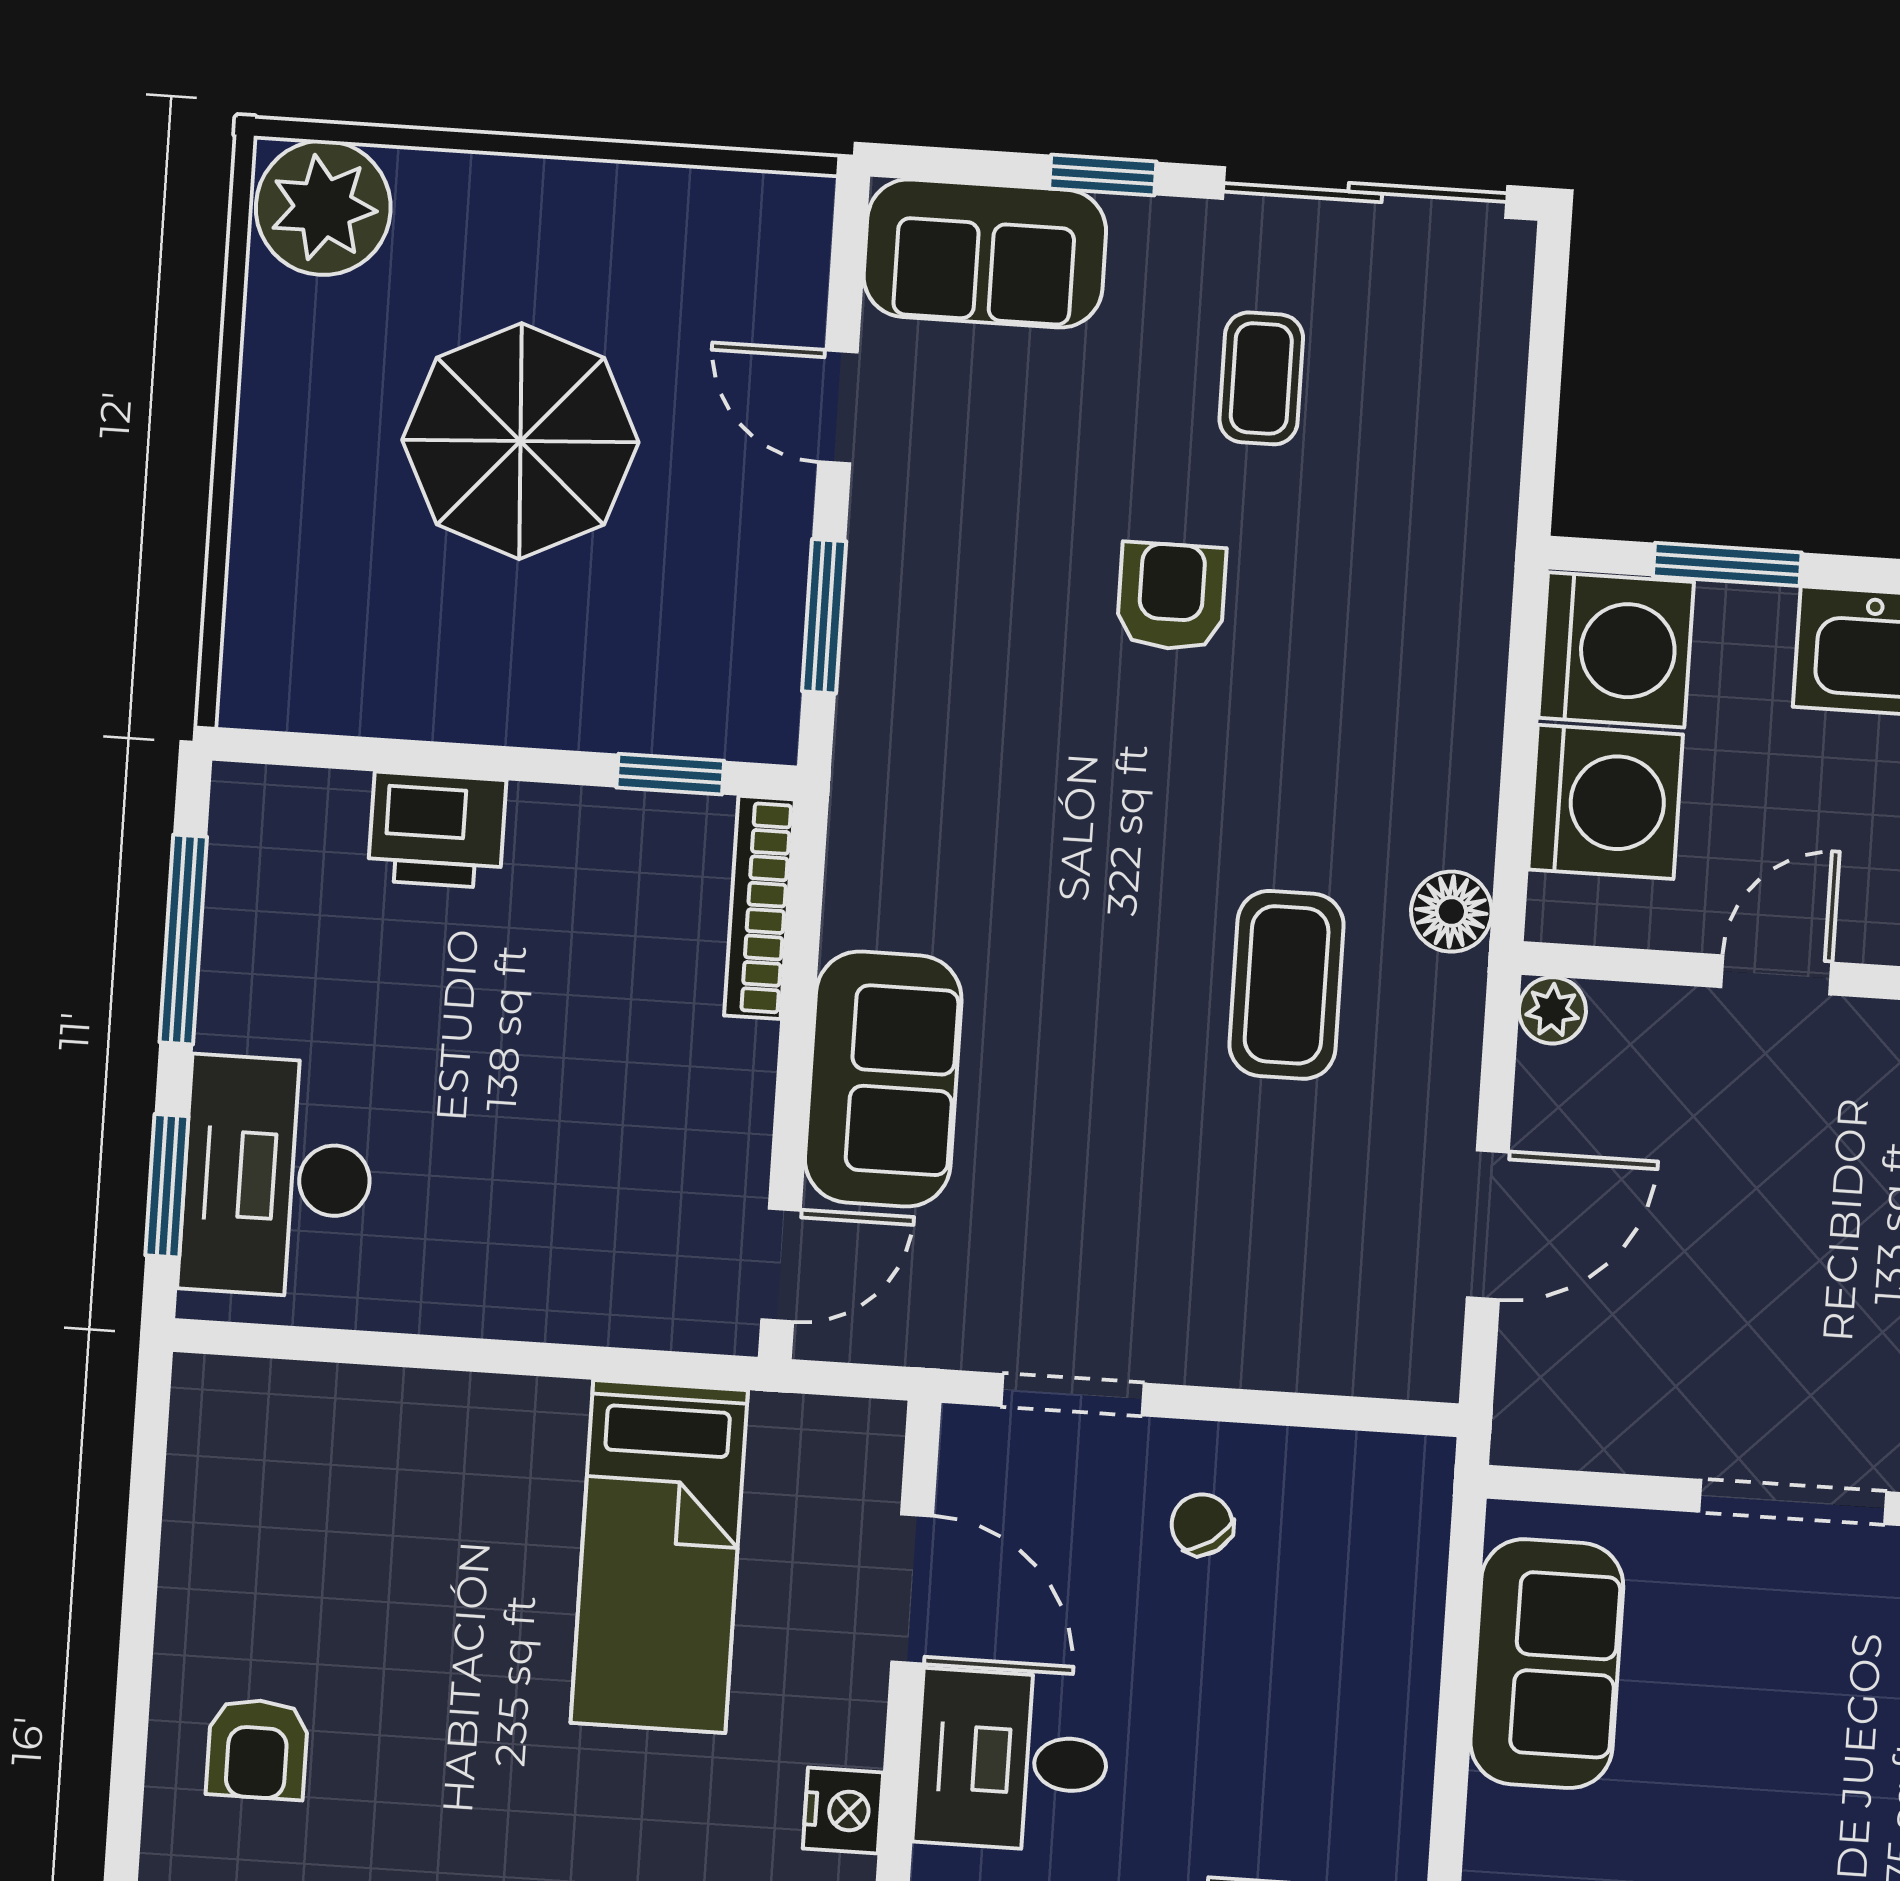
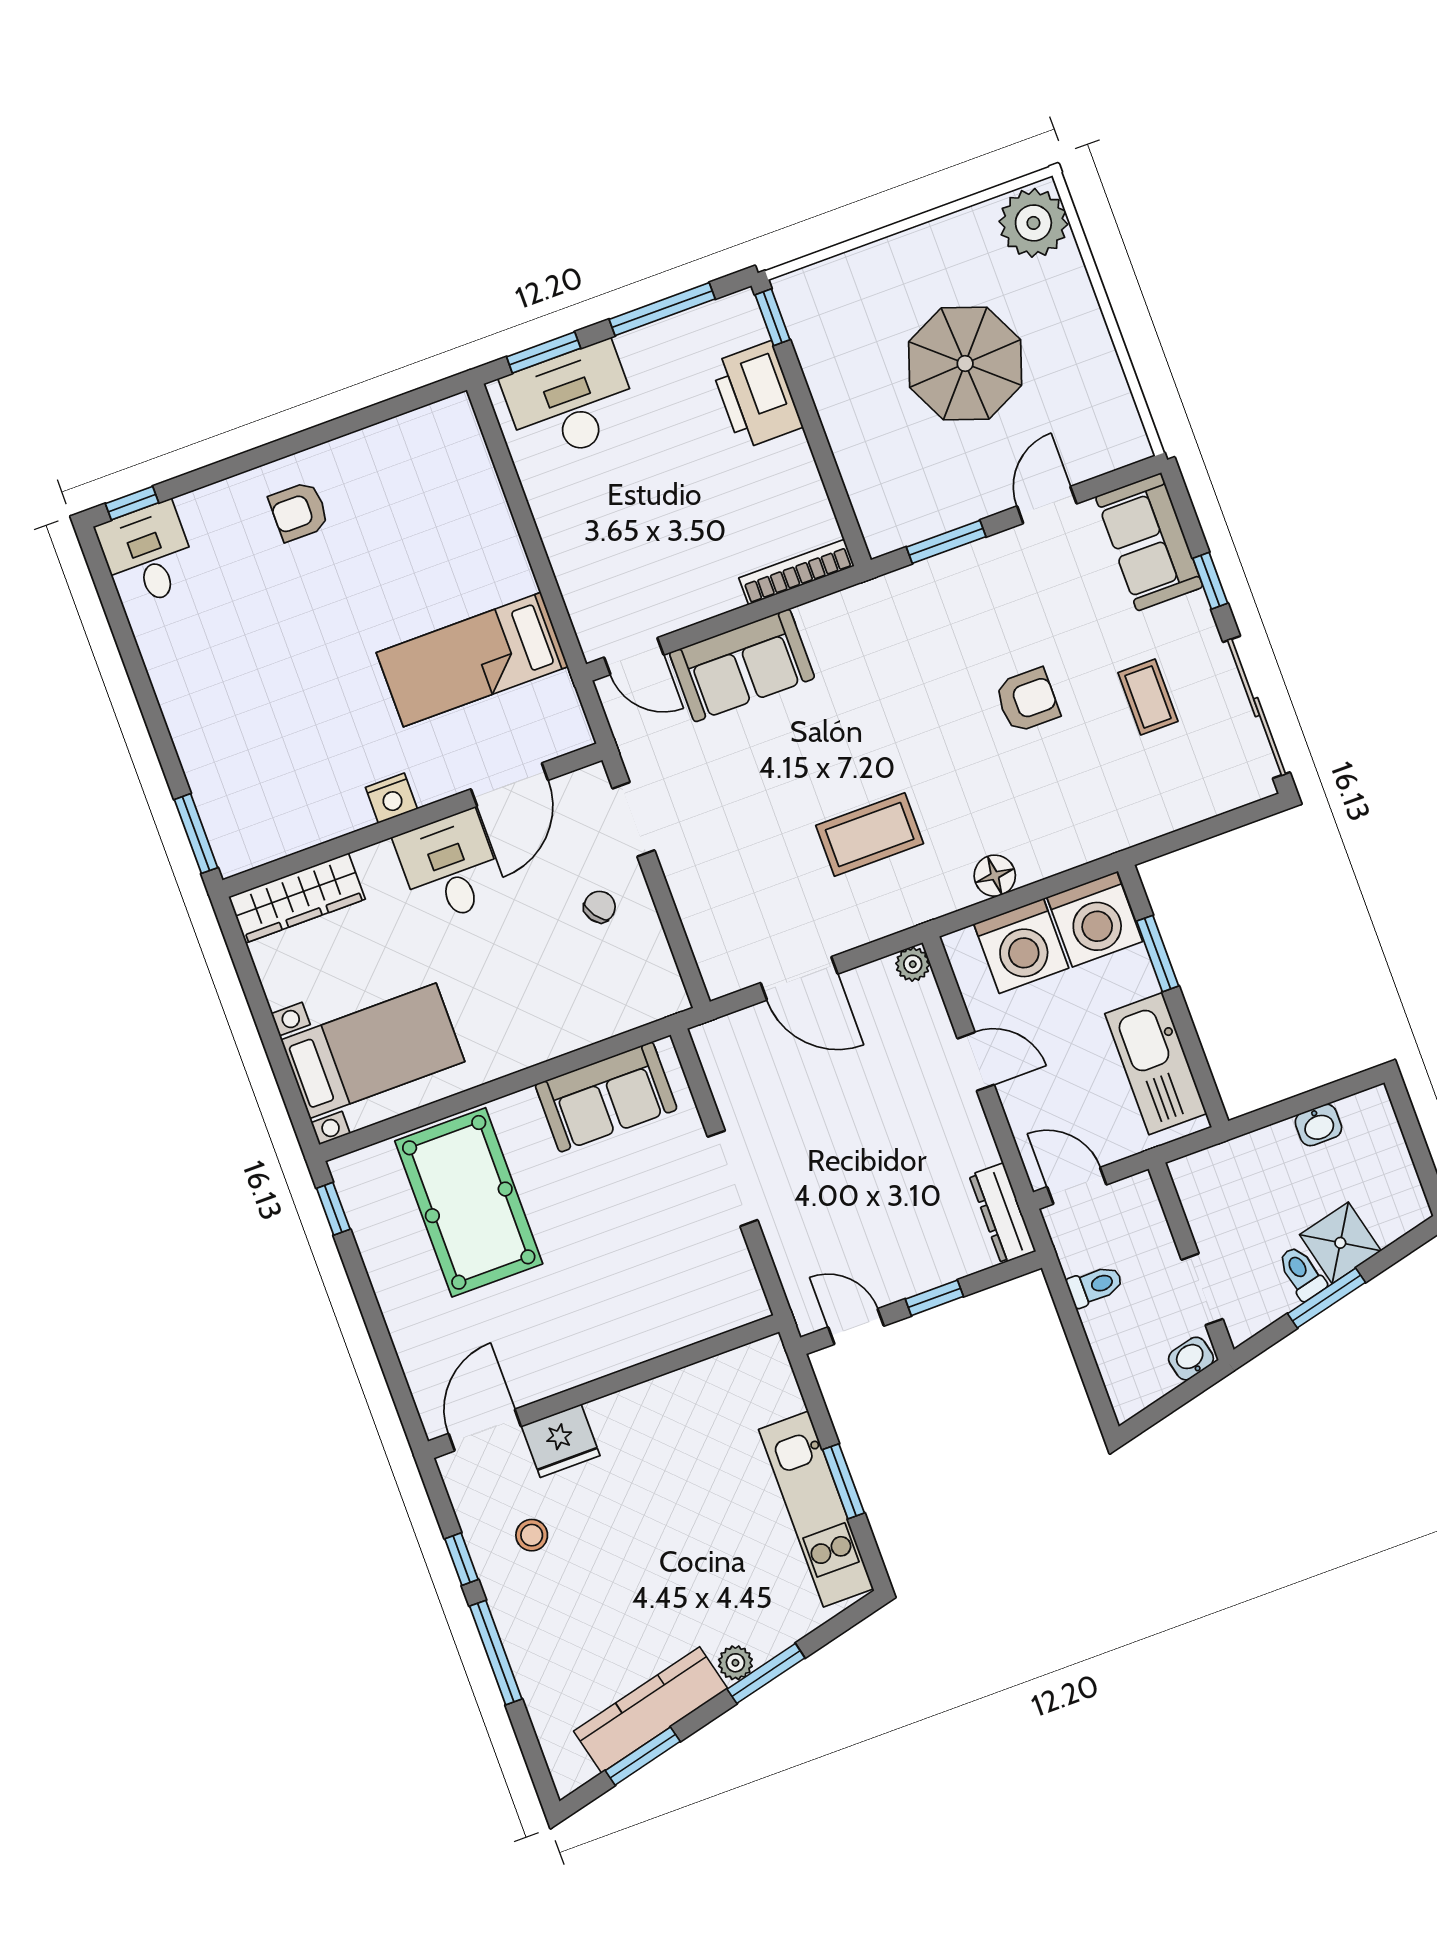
coffee table: (1261, 378) -> (1148, 697), turned 90
window: (670, 774) -> (773, 317), moved
printer: (437, 830) -> (756, 395), width x1.37, depth x1.19
floor lamp: (1451, 912) -> (995, 876), moved

